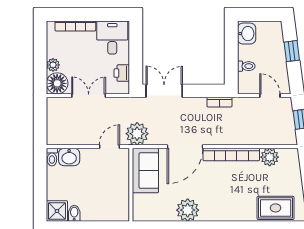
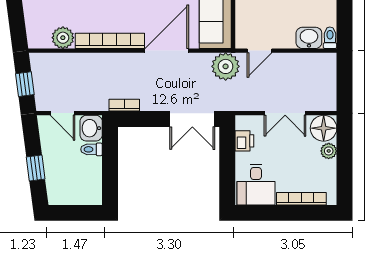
washbasin: (247, 34) -> (91, 128), moved

